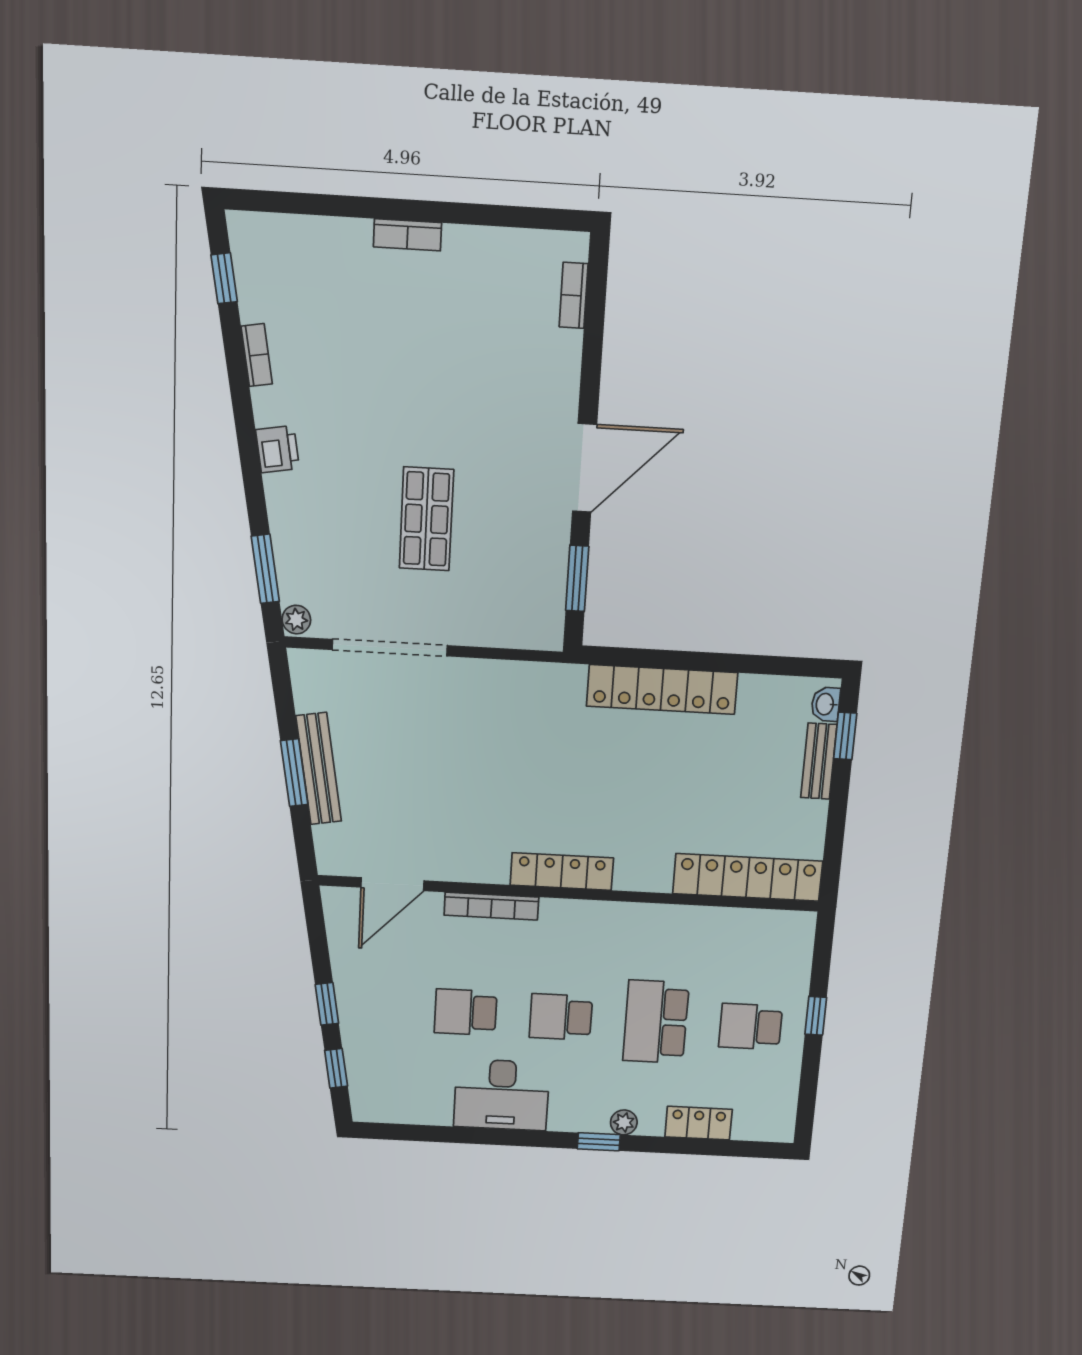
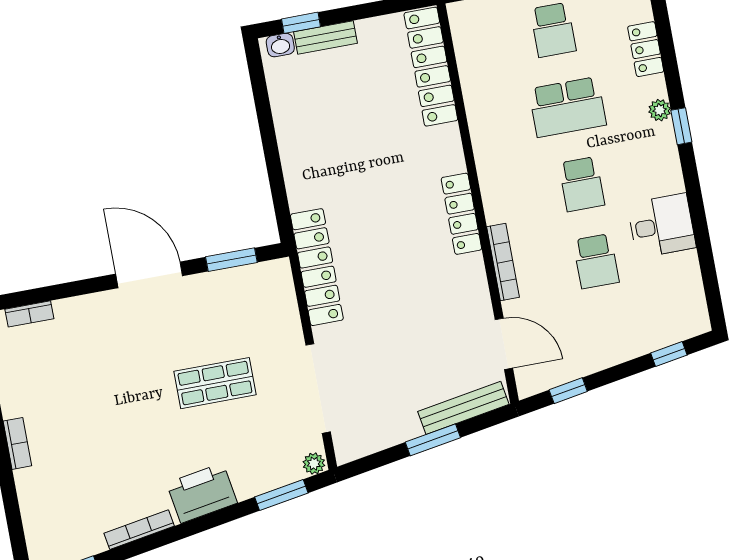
bookcase: (257, 355) -> (139, 530), width x1.56
printer: (278, 449) -> (202, 493), width x1.87, depth x1.48
locker: (662, 689) -> (317, 267), moved
bench: (319, 769) -> (463, 408), moved
window: (327, 1004) -> (568, 391), moved
desk: (502, 1095) -> (662, 226), width x0.73

